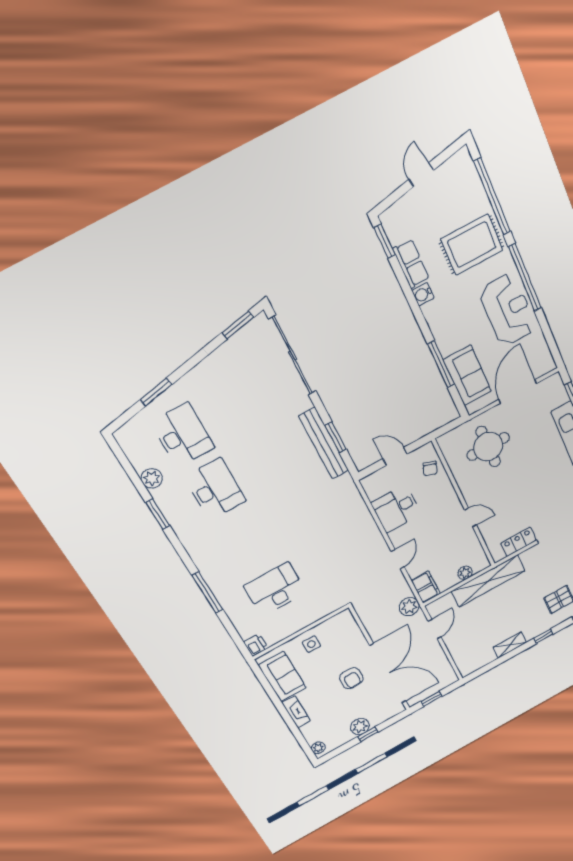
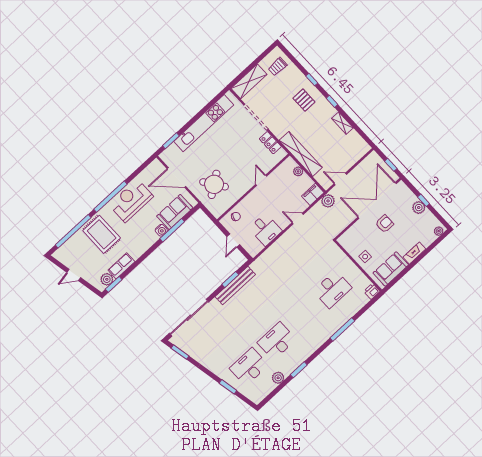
plant: (396, 232) -> (107, 279), added
water cooler: (423, 294) -> (161, 230), moved
round table: (488, 447) -> (214, 184), turned -35
desk: (275, 589) -> (332, 289), turned -90

